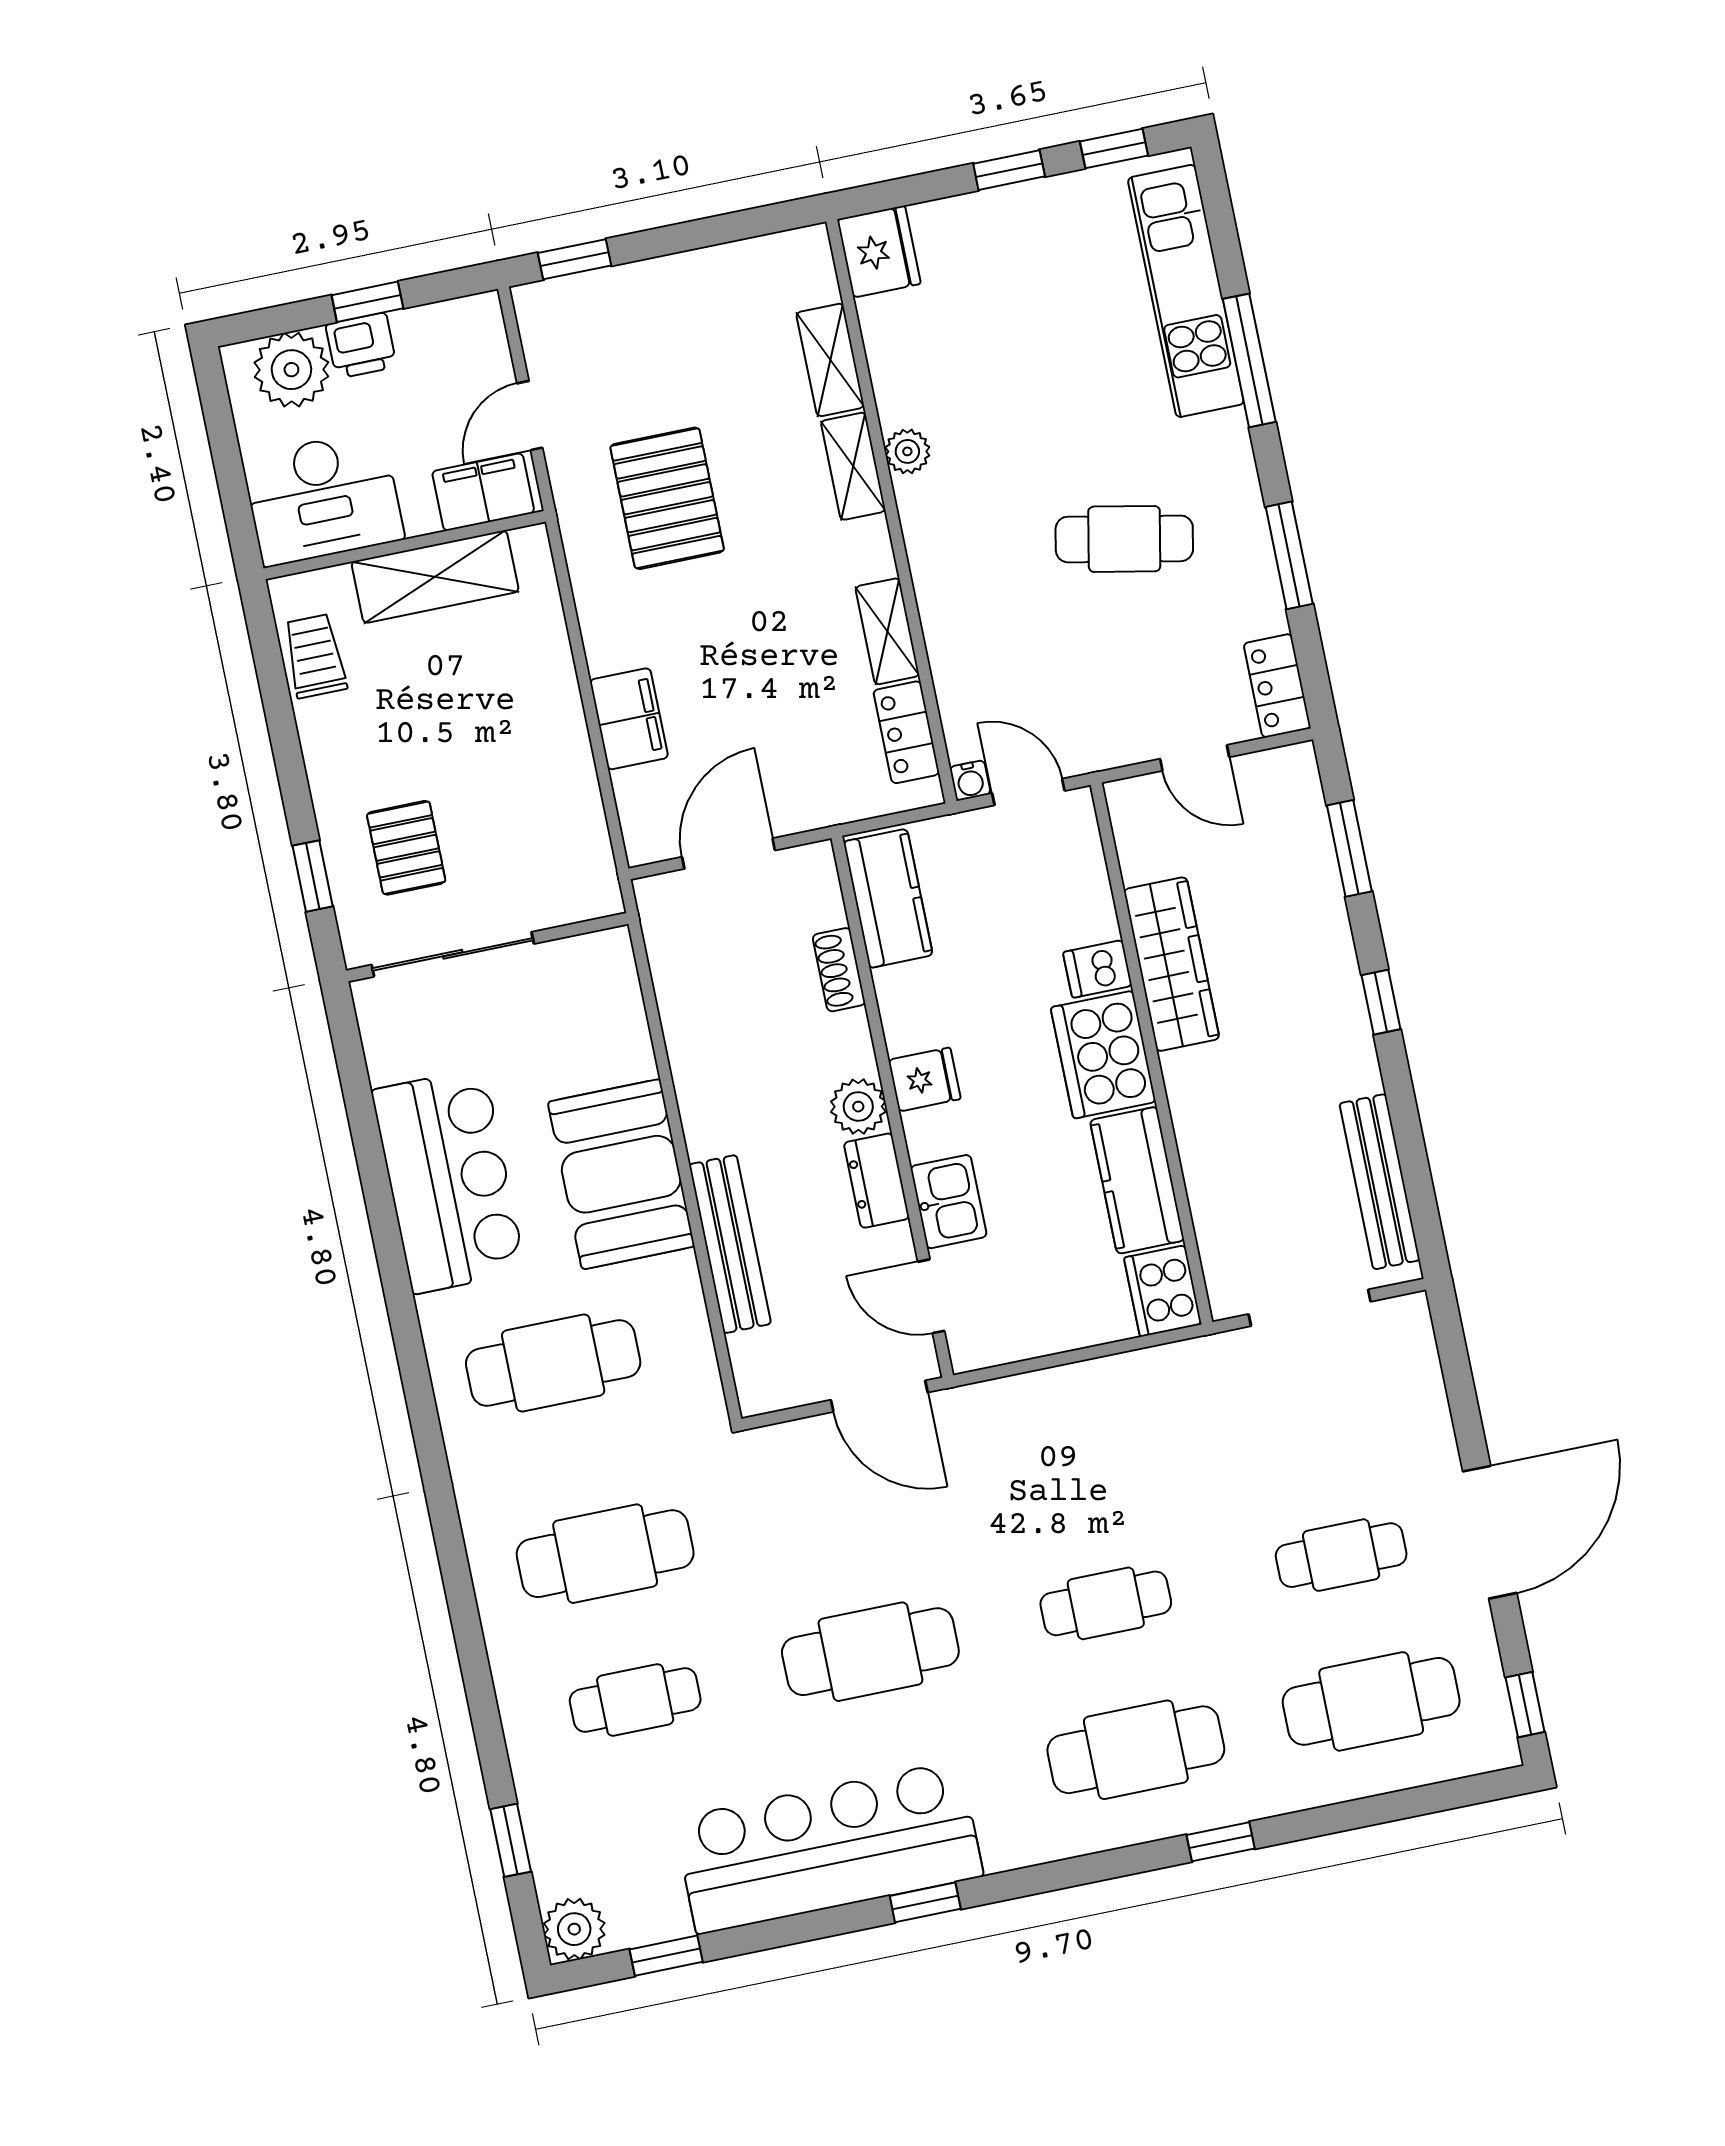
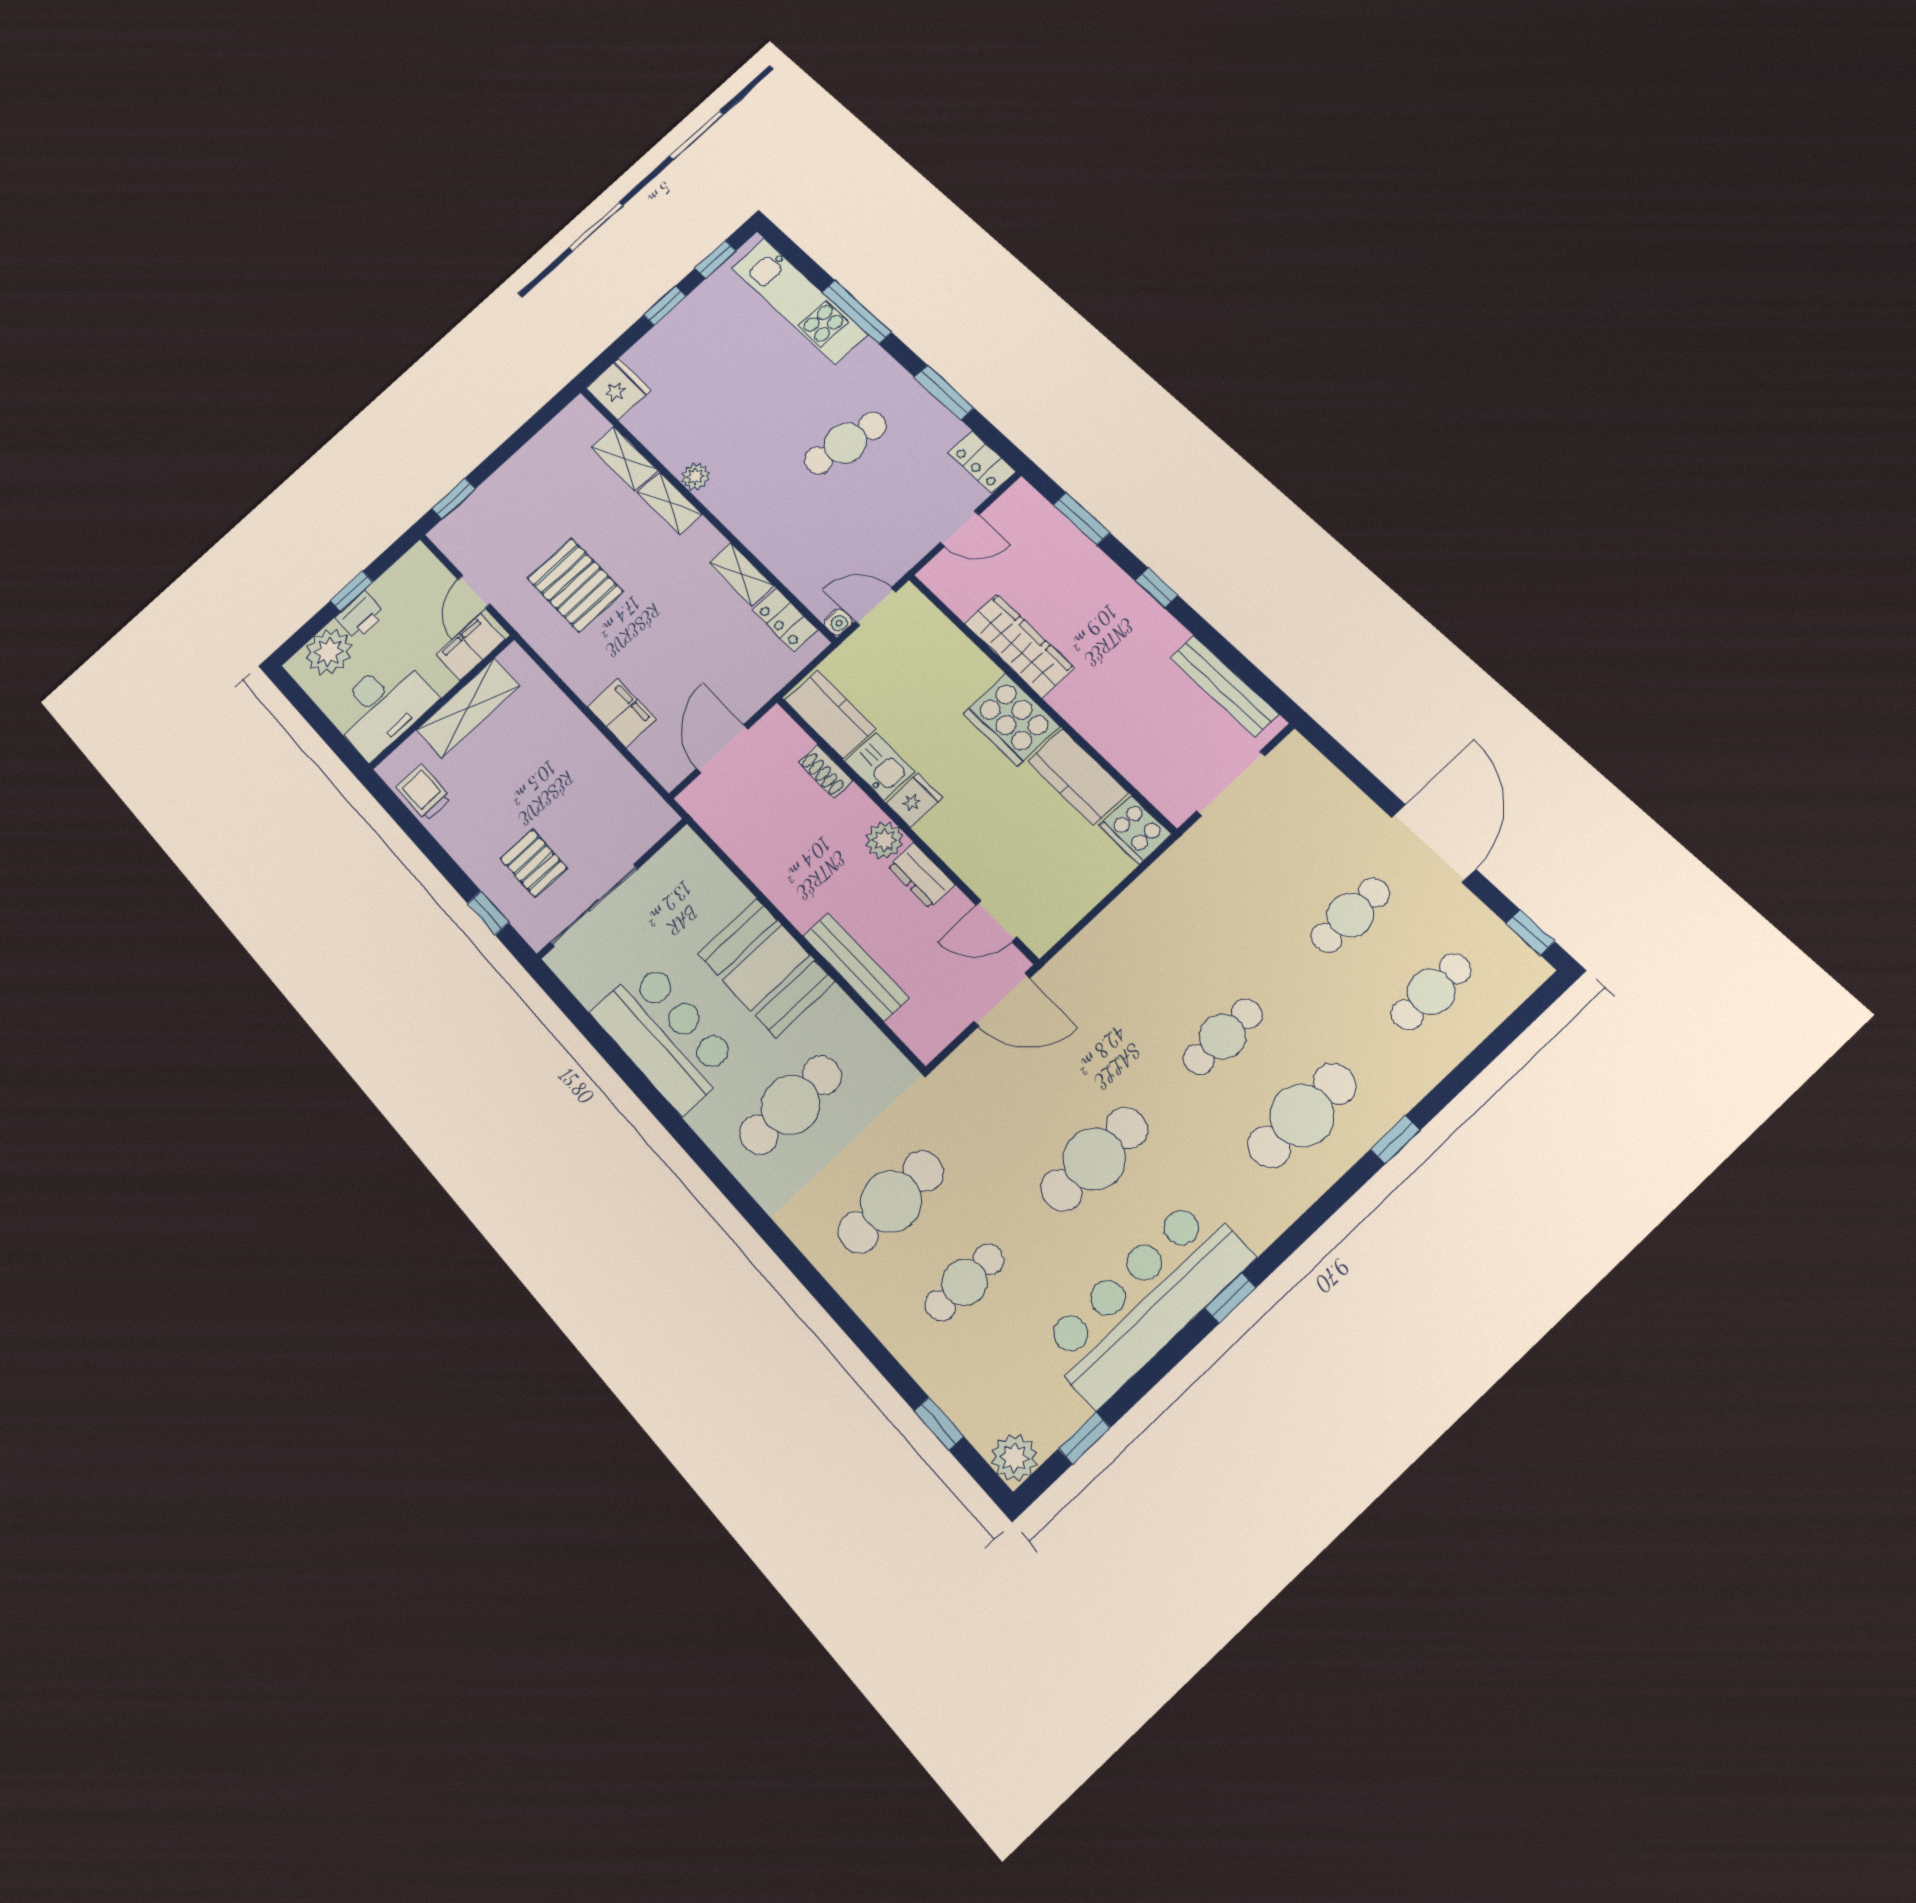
dishwasher: (1098, 969) -> (977, 675), removed
kitchen sink: (949, 1202) -> (880, 767), moved
cafe table: (1371, 1701) -> (1431, 992), width x0.73, depth x0.74

